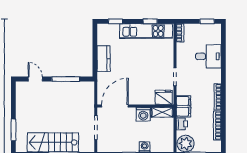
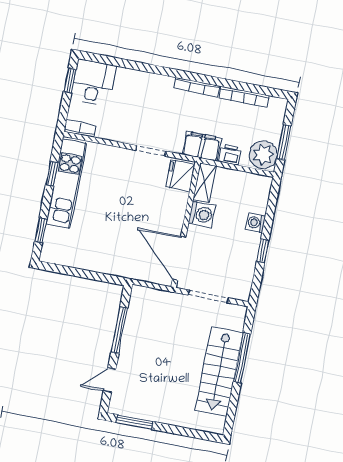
desk: (208, 56) -> (93, 83), moved
kitchen counter: (104, 59) -> (98, 262), removed
window: (13, 130) -> (135, 422), moved

